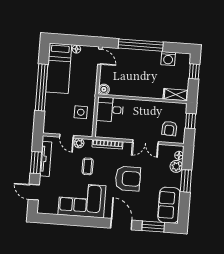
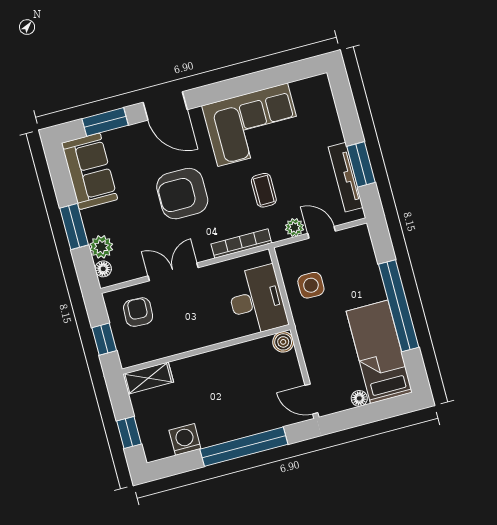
desk: (110, 110) -> (257, 300), width x1.37
door: (34, 192) -> (346, 108), removed

